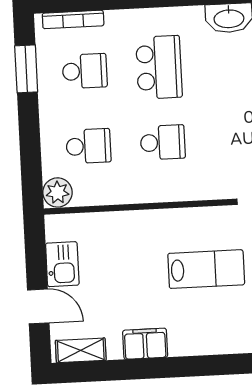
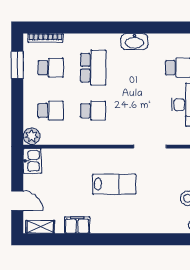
kitchen sink: (62, 264) -> (32, 161), moved

